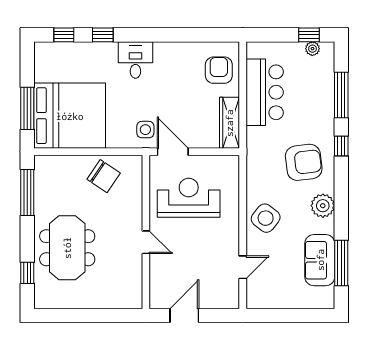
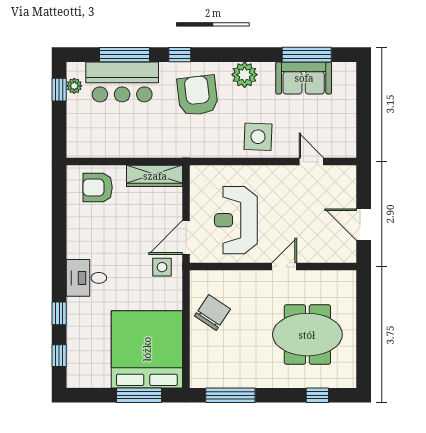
bar counter: (265, 92) -> (122, 82), moved, turned 180
side table: (266, 218) -> (258, 137), turned -36
meeting table: (67, 248) -> (307, 335), moved

